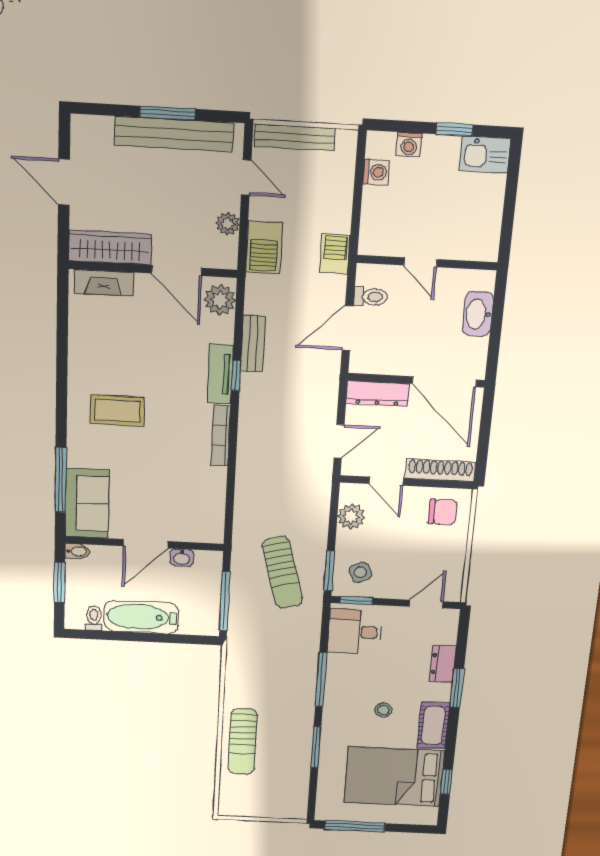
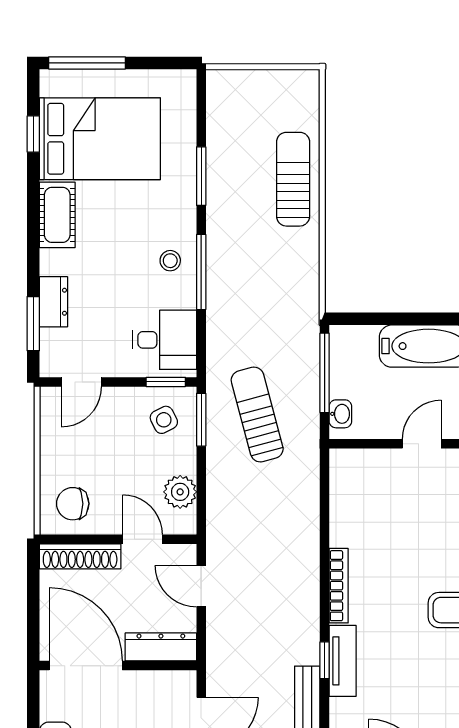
door: (339, 441) -> (201, 586), hinge flipped
door: (146, 544) -> (422, 444), width x0.73
washbasin: (182, 558) -> (340, 414), moved, turned 90
window: (457, 688) -> (33, 324), moved
stool: (383, 710) -> (170, 261), moved
window: (355, 826) -> (87, 63), moved

